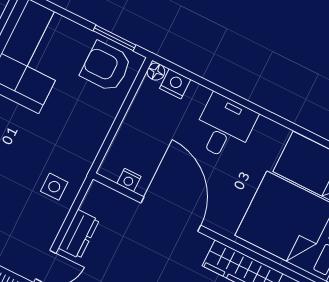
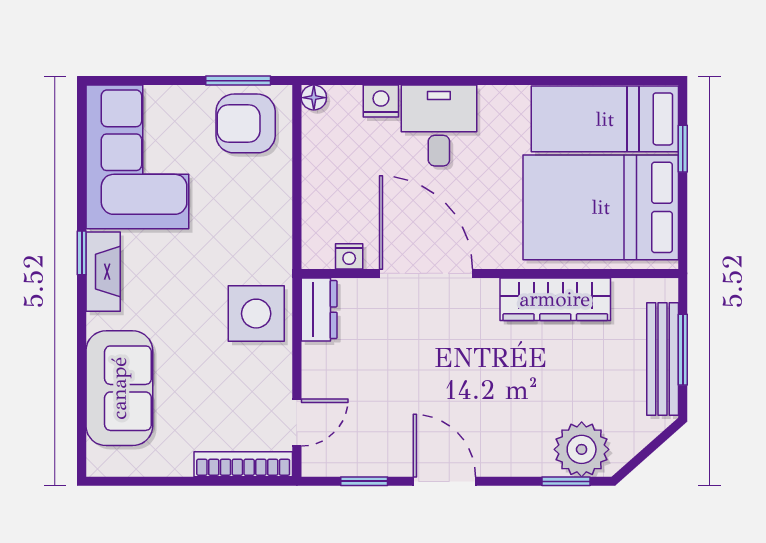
nightstand: (175, 84) -> (381, 101), moved
side table: (54, 187) -> (256, 314), width x1.87, depth x1.87
dresser: (79, 234) -> (319, 310), moved

